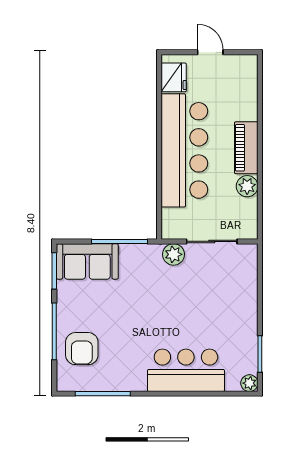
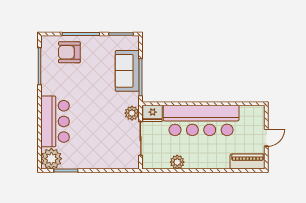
fridge: (174, 77) -> (153, 113), moved
piano: (246, 148) -> (248, 161), moved
sofa: (87, 261) -> (127, 71), moved
plant: (249, 383) -> (51, 159), width x1.88, depth x1.88

